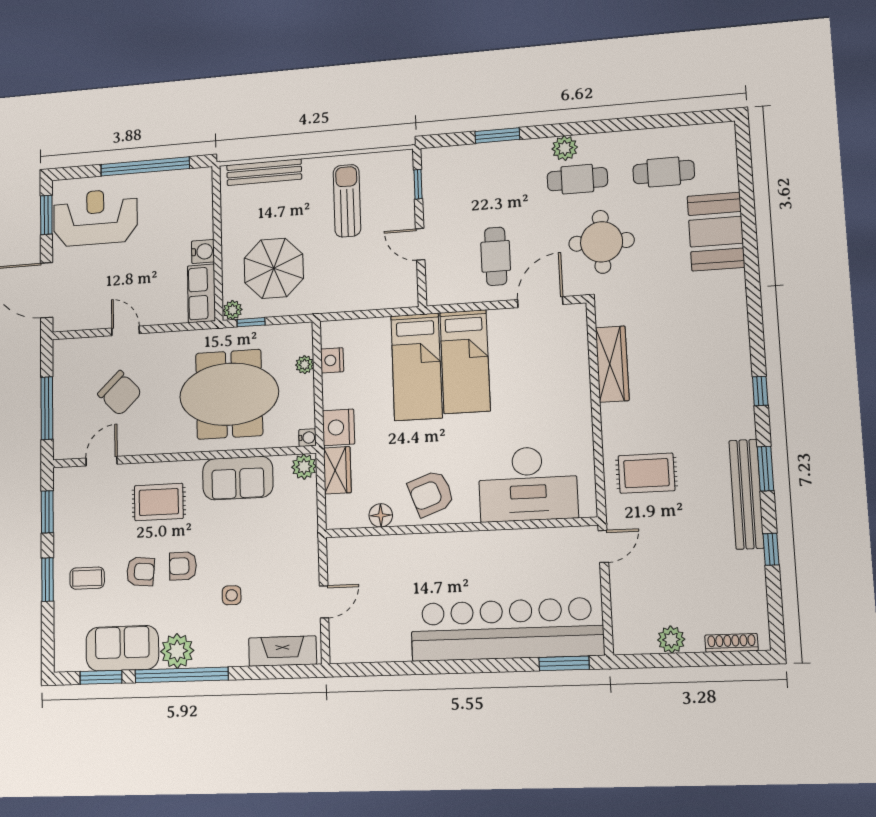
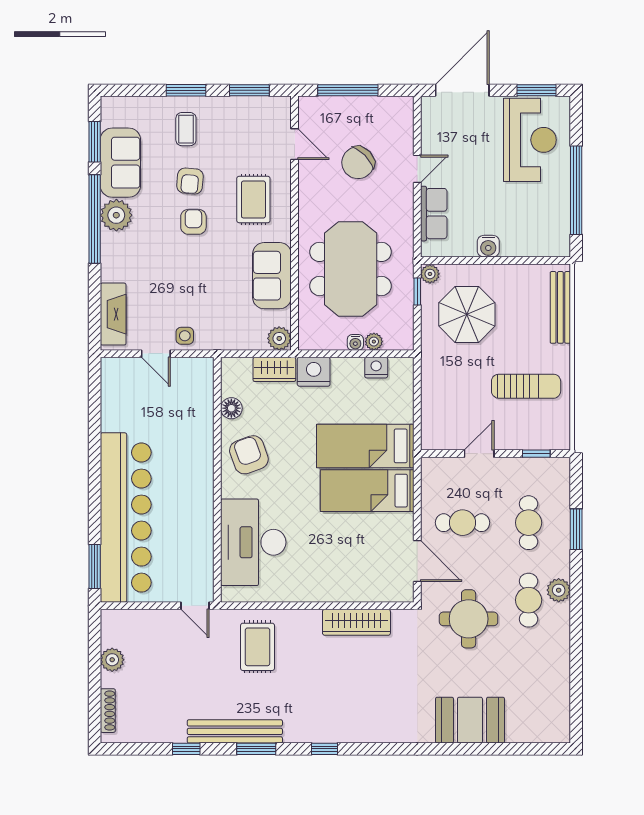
cafe table: (664, 172) -> (529, 523), moved
row of seats: (201, 293) -> (434, 214), moved, turned 90
water cooler: (307, 438) -> (355, 342), moved
side table: (232, 595) -> (185, 336), moved

